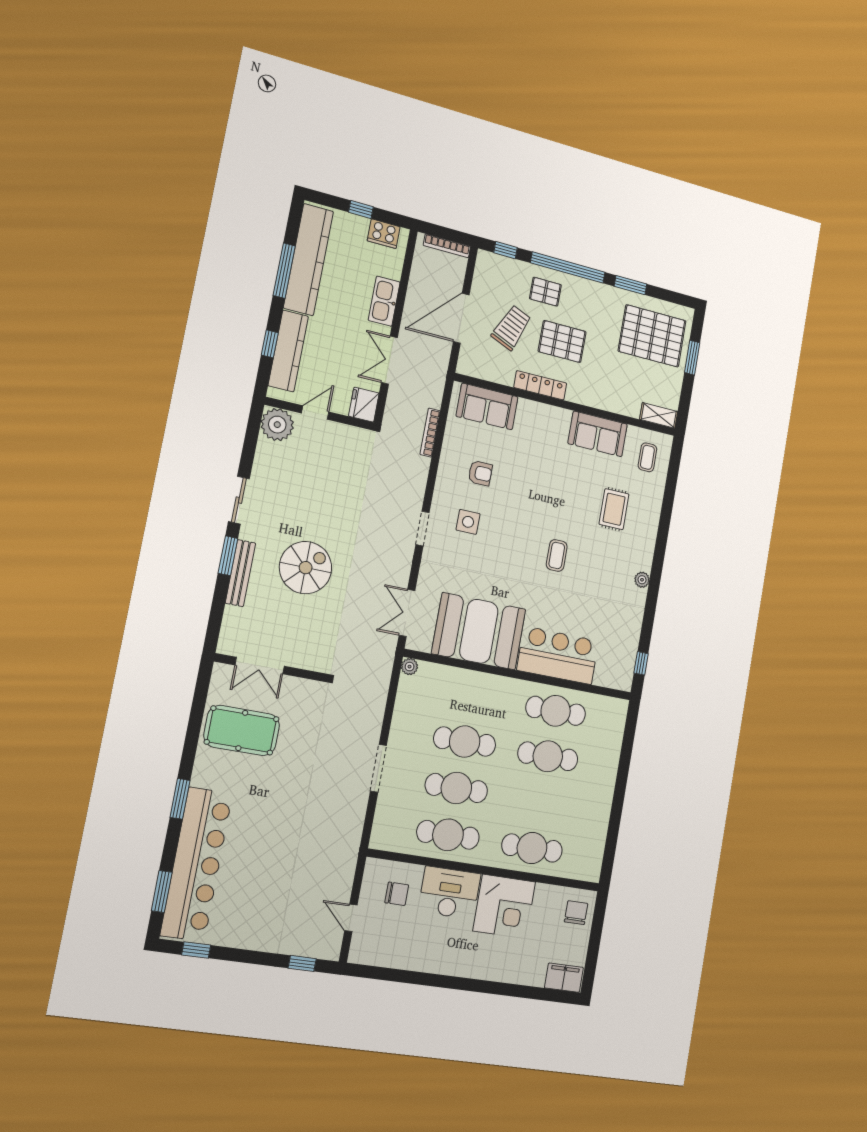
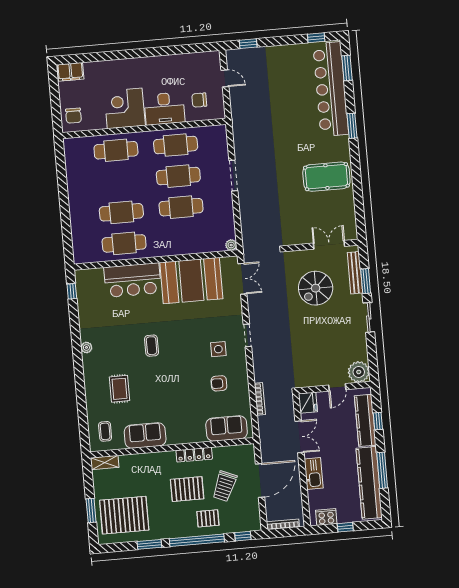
double door: (260, 666) -> (329, 245), moved
wall: (271, 668) -> (322, 245), moved

